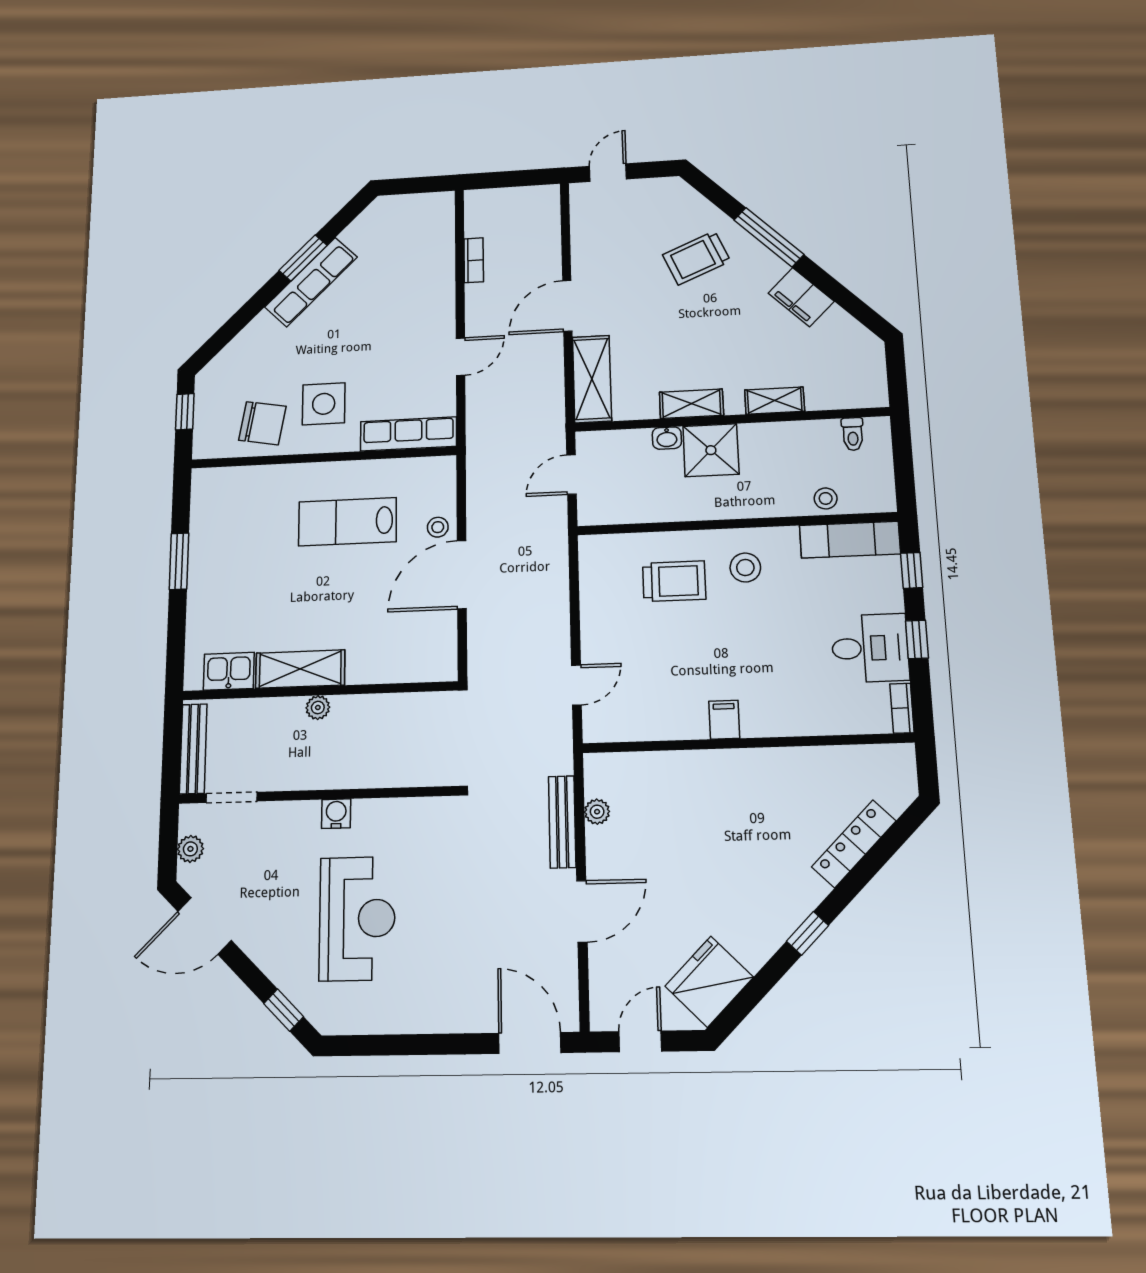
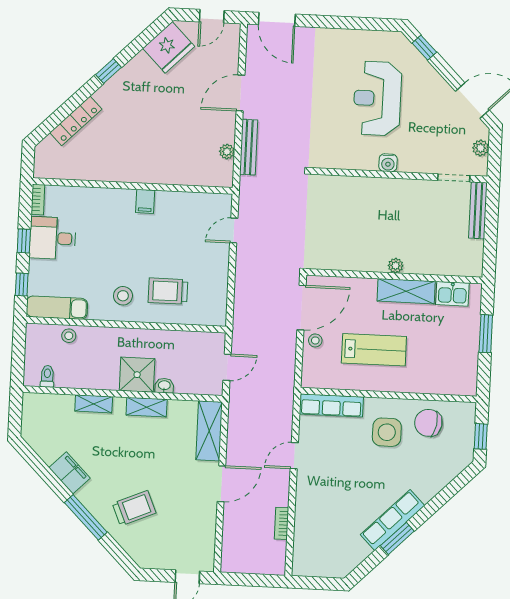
shelving: (300, 669) -> (406, 291), moved
kitchen sink: (229, 671) -> (452, 294), moved
wall: (319, 691) -> (394, 276), moved
plant: (318, 708) -> (396, 266), moved

